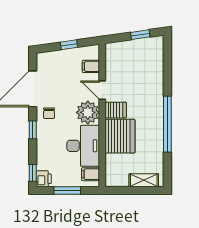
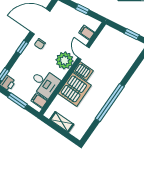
desk: (83, 146) -> (45, 83), width x0.73
shelving: (144, 180) -> (62, 122), moved

